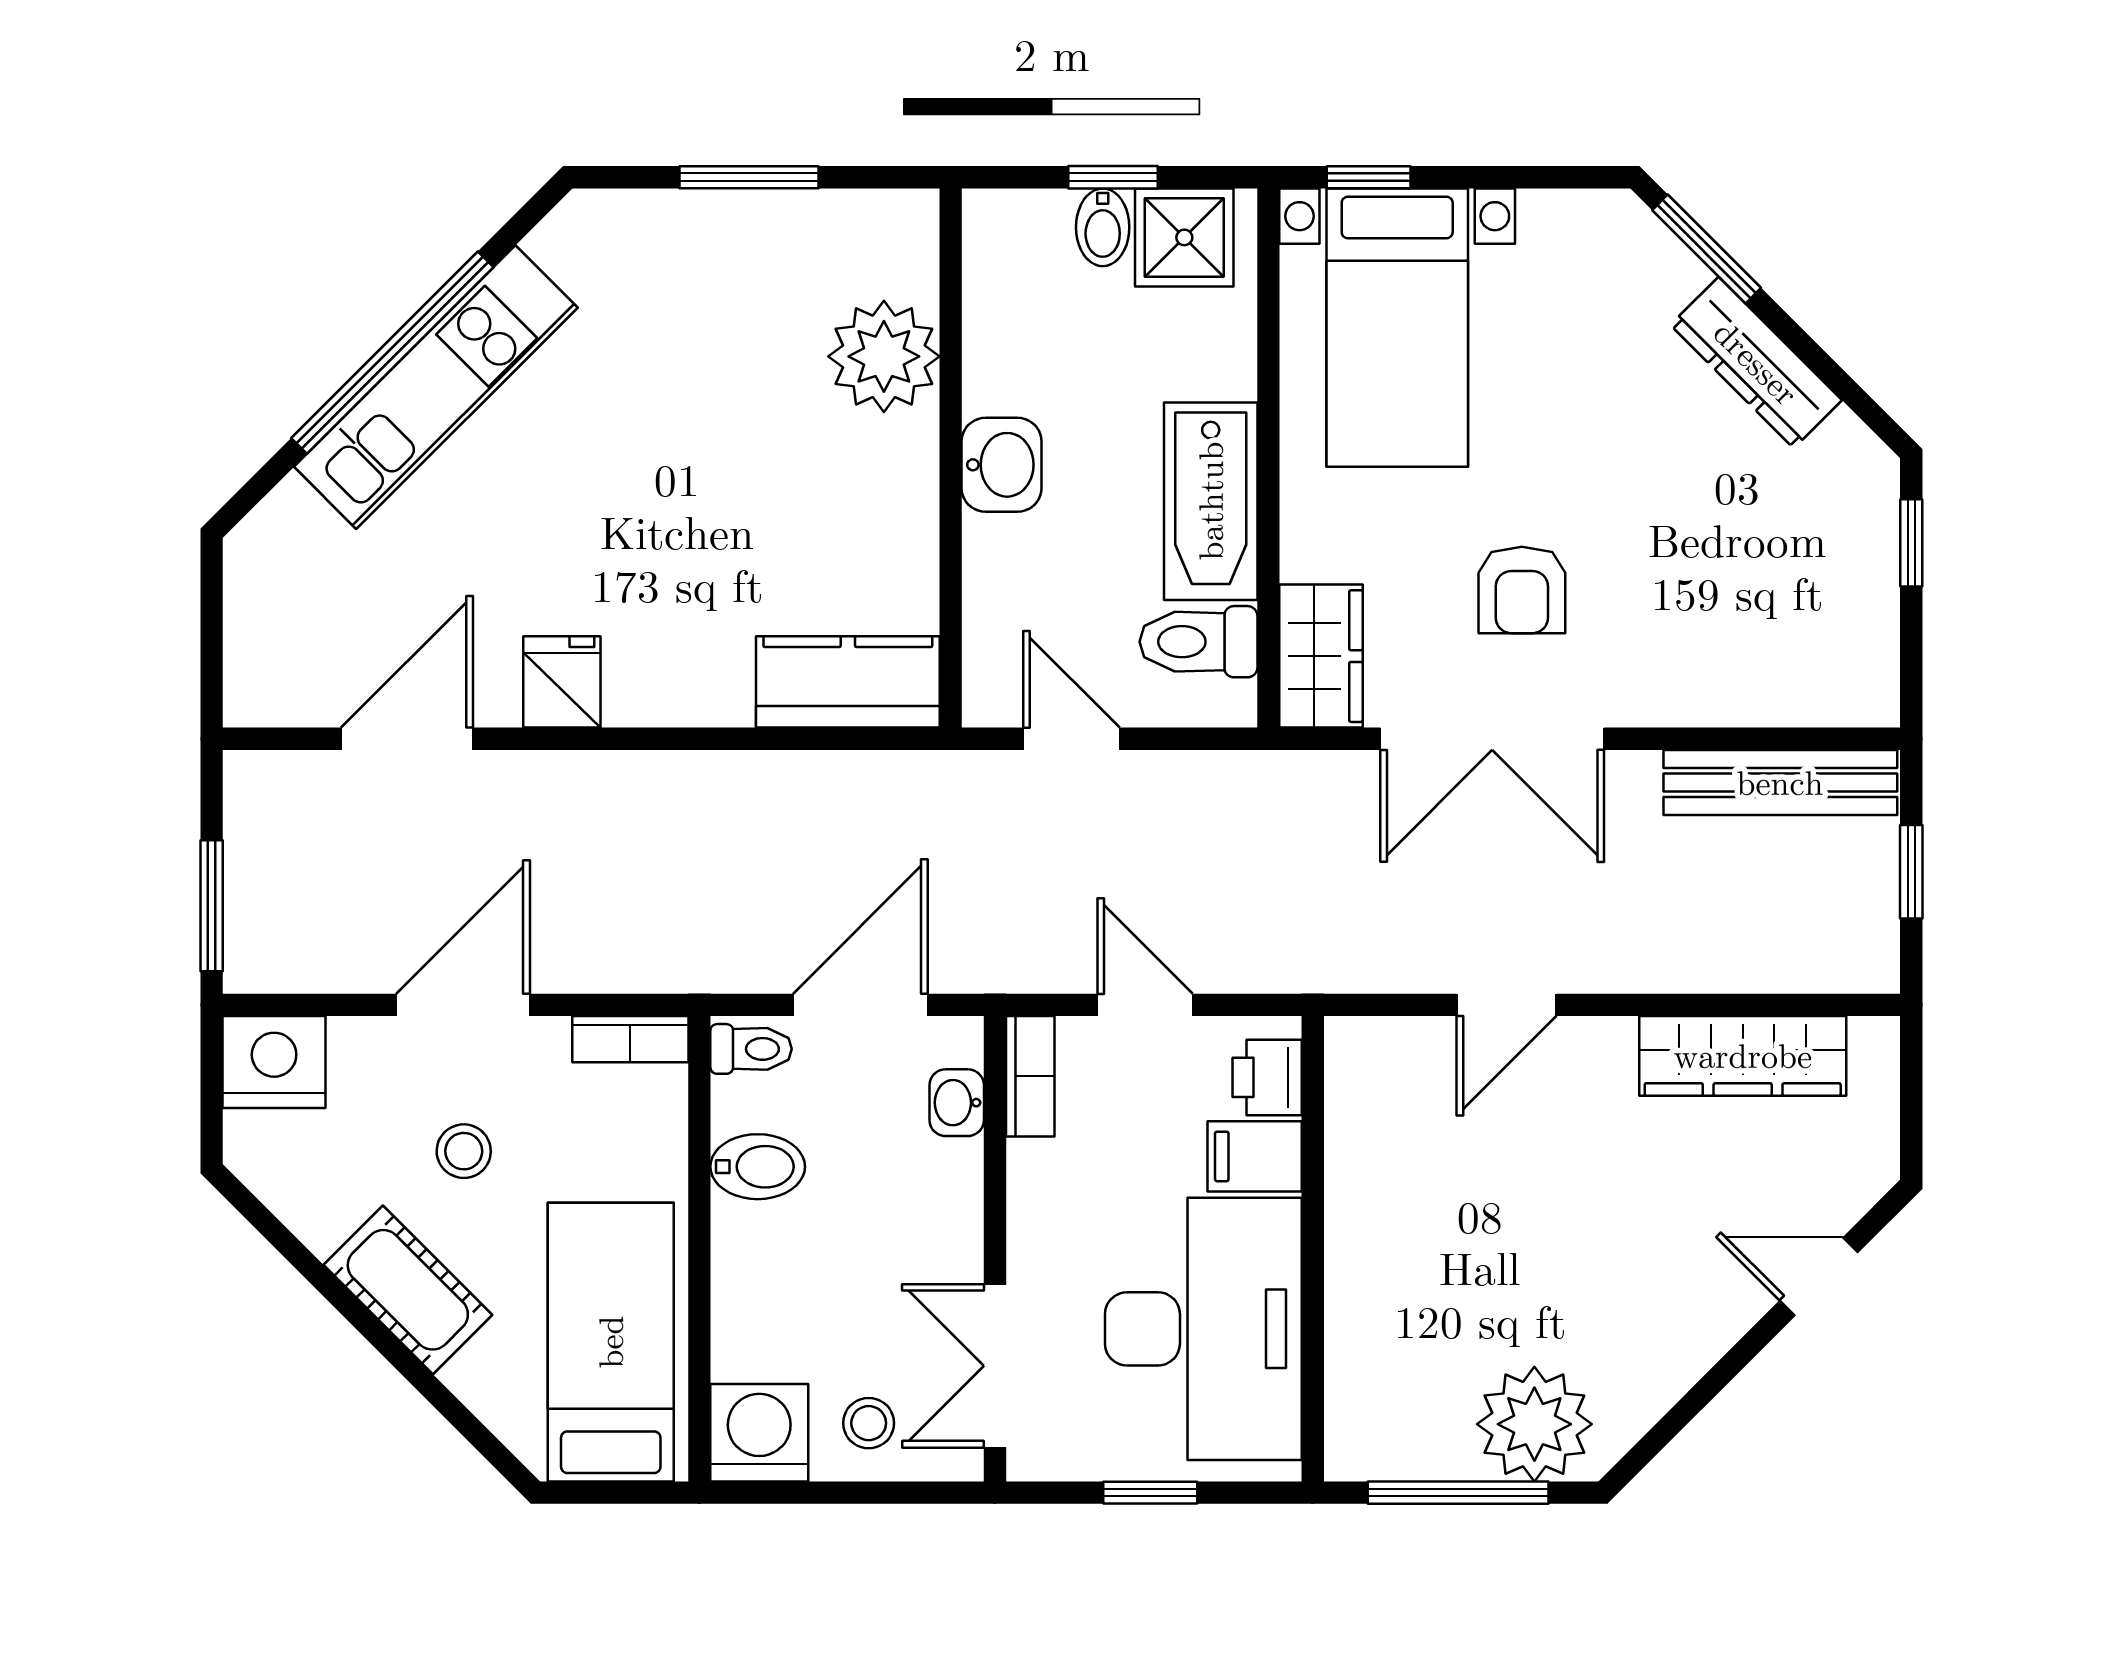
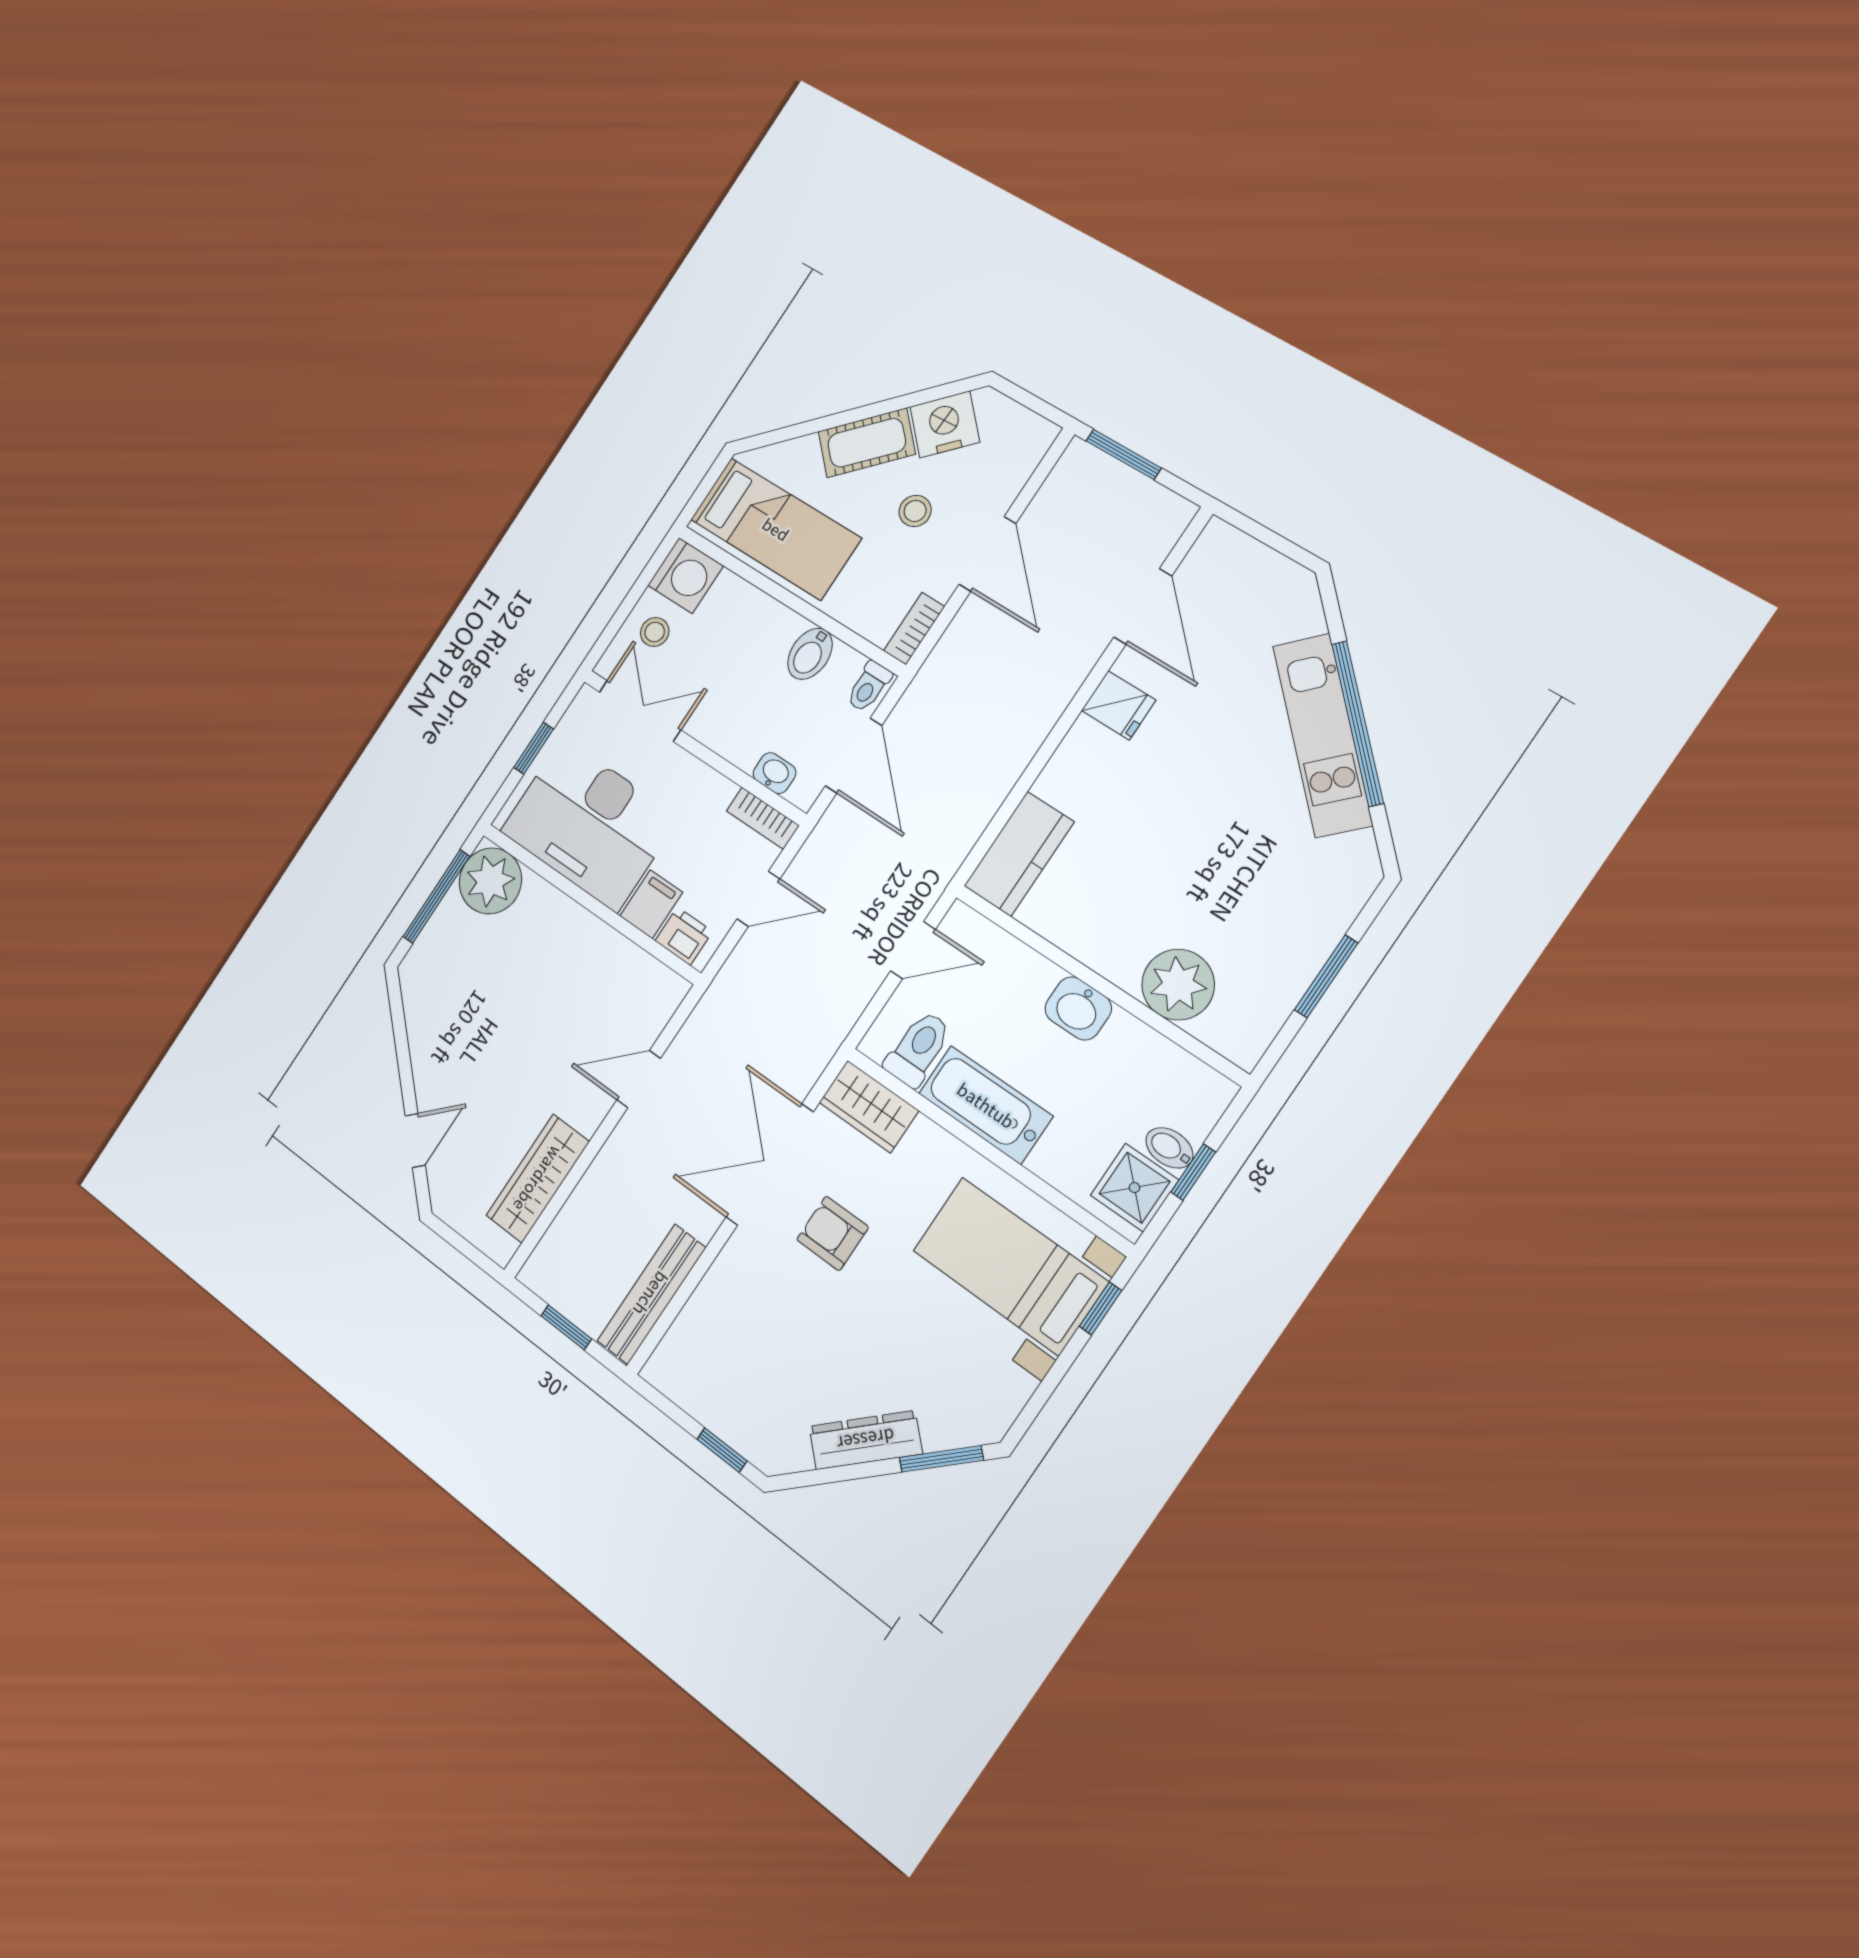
door: (1506, 1005) -> (639, 1079), hinge flipped
nightstand: (274, 1062) -> (945, 424), moved, turned -135
plant: (1534, 1424) -> (490, 881), moved

